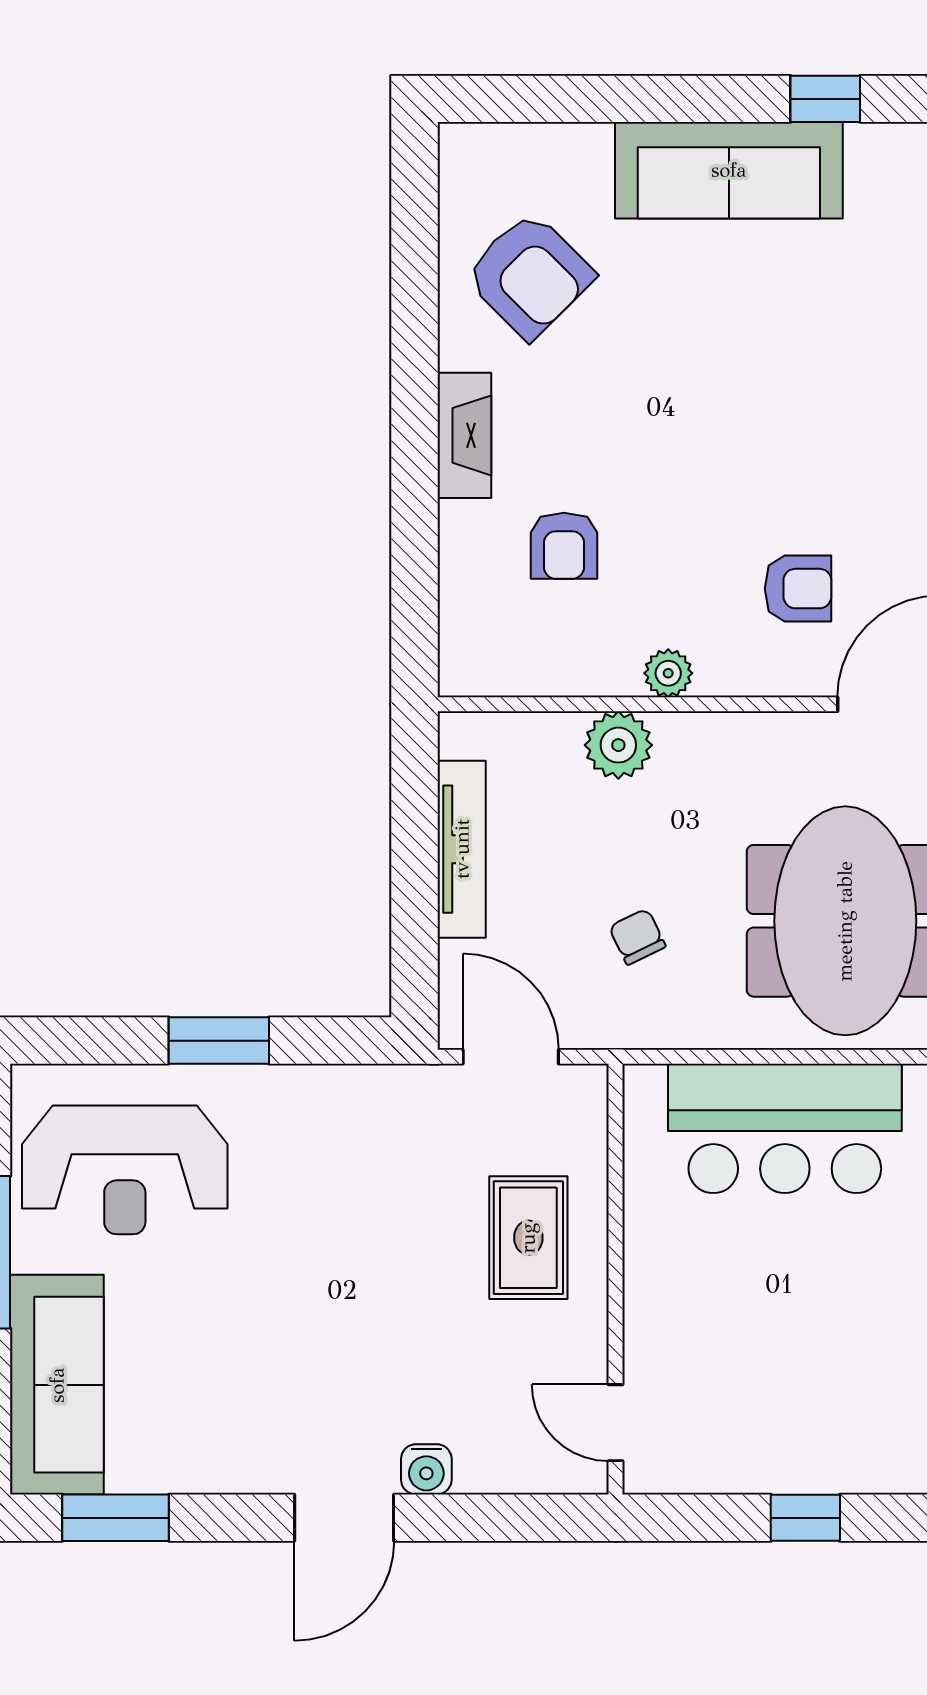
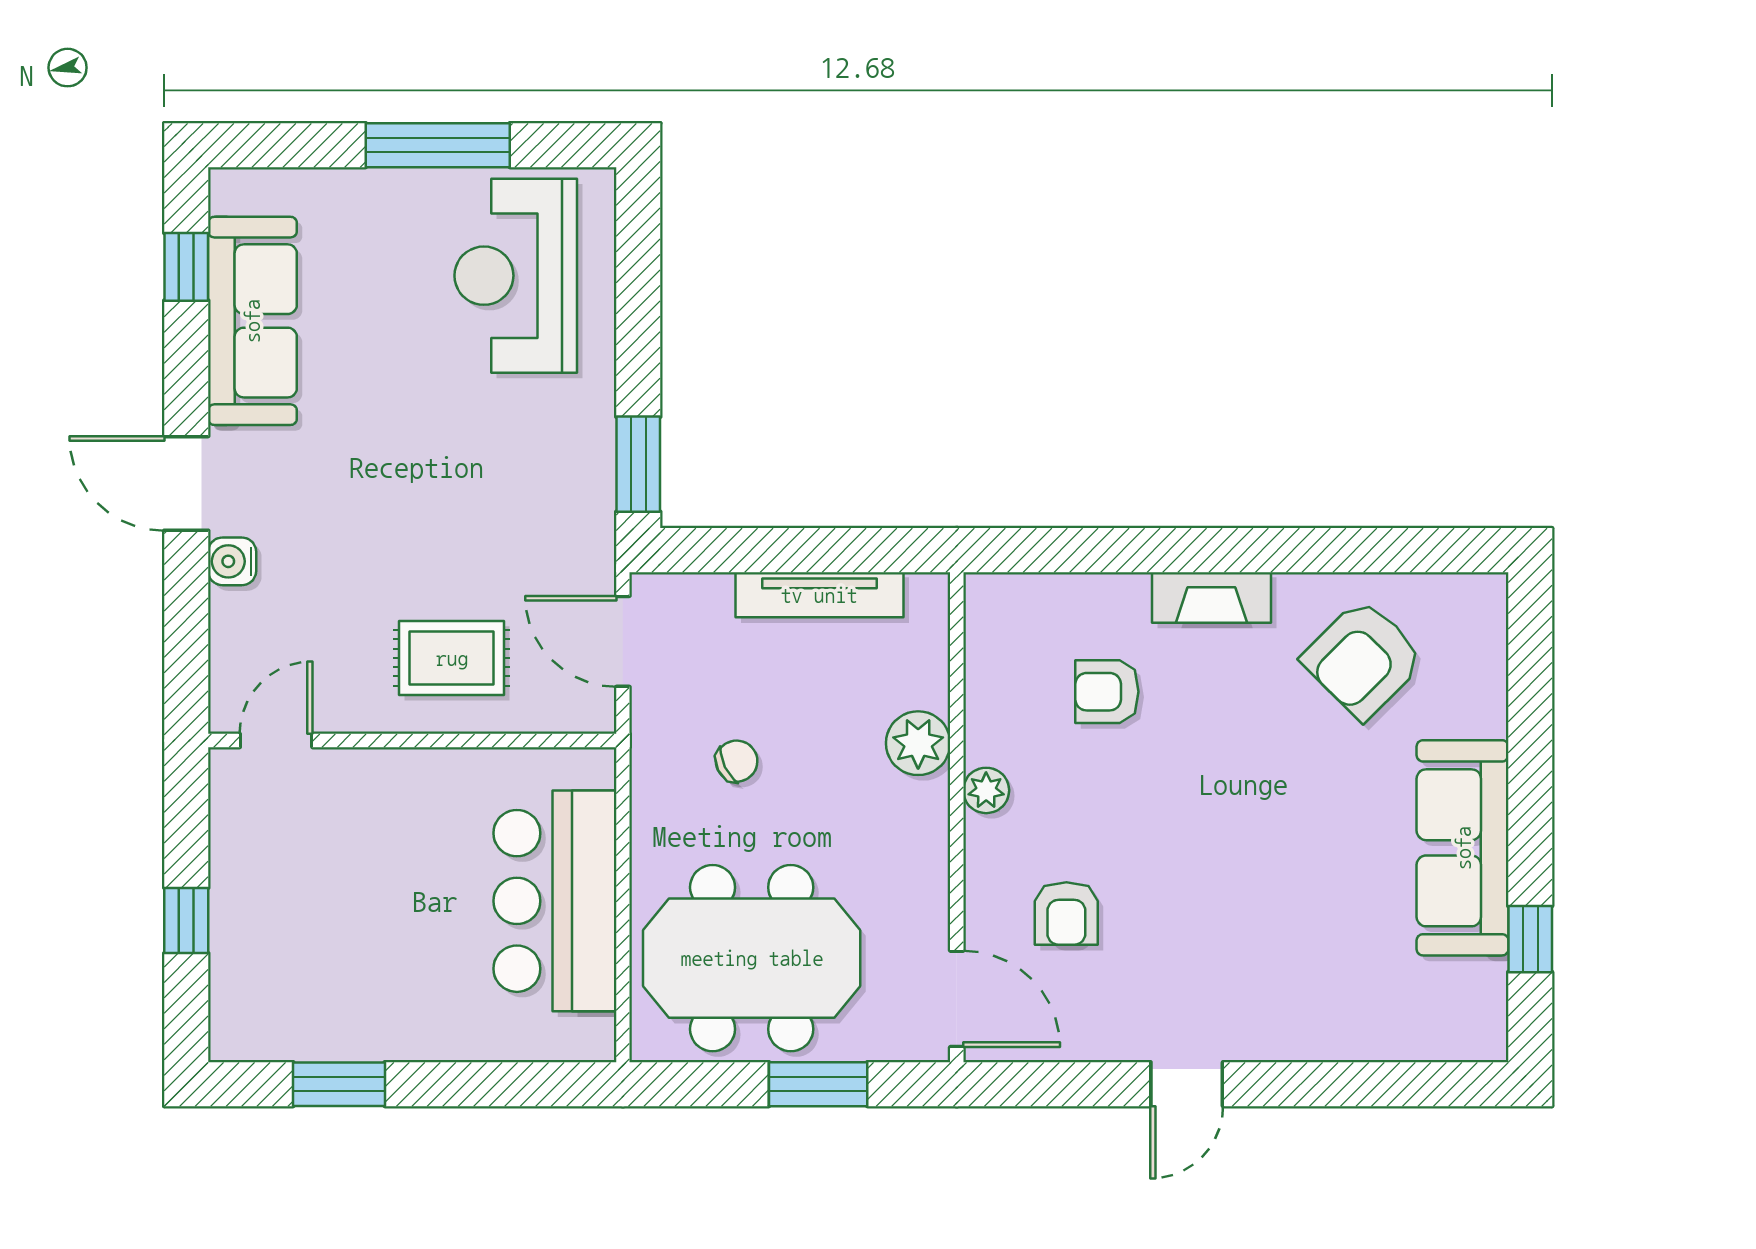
window: (219, 1041) -> (638, 464), moved
door: (511, 1057) -> (623, 641), swing flipped
sofa: (57, 1385) -> (252, 321), moved, turned -90
window: (115, 1518) -> (186, 267), width x0.67

